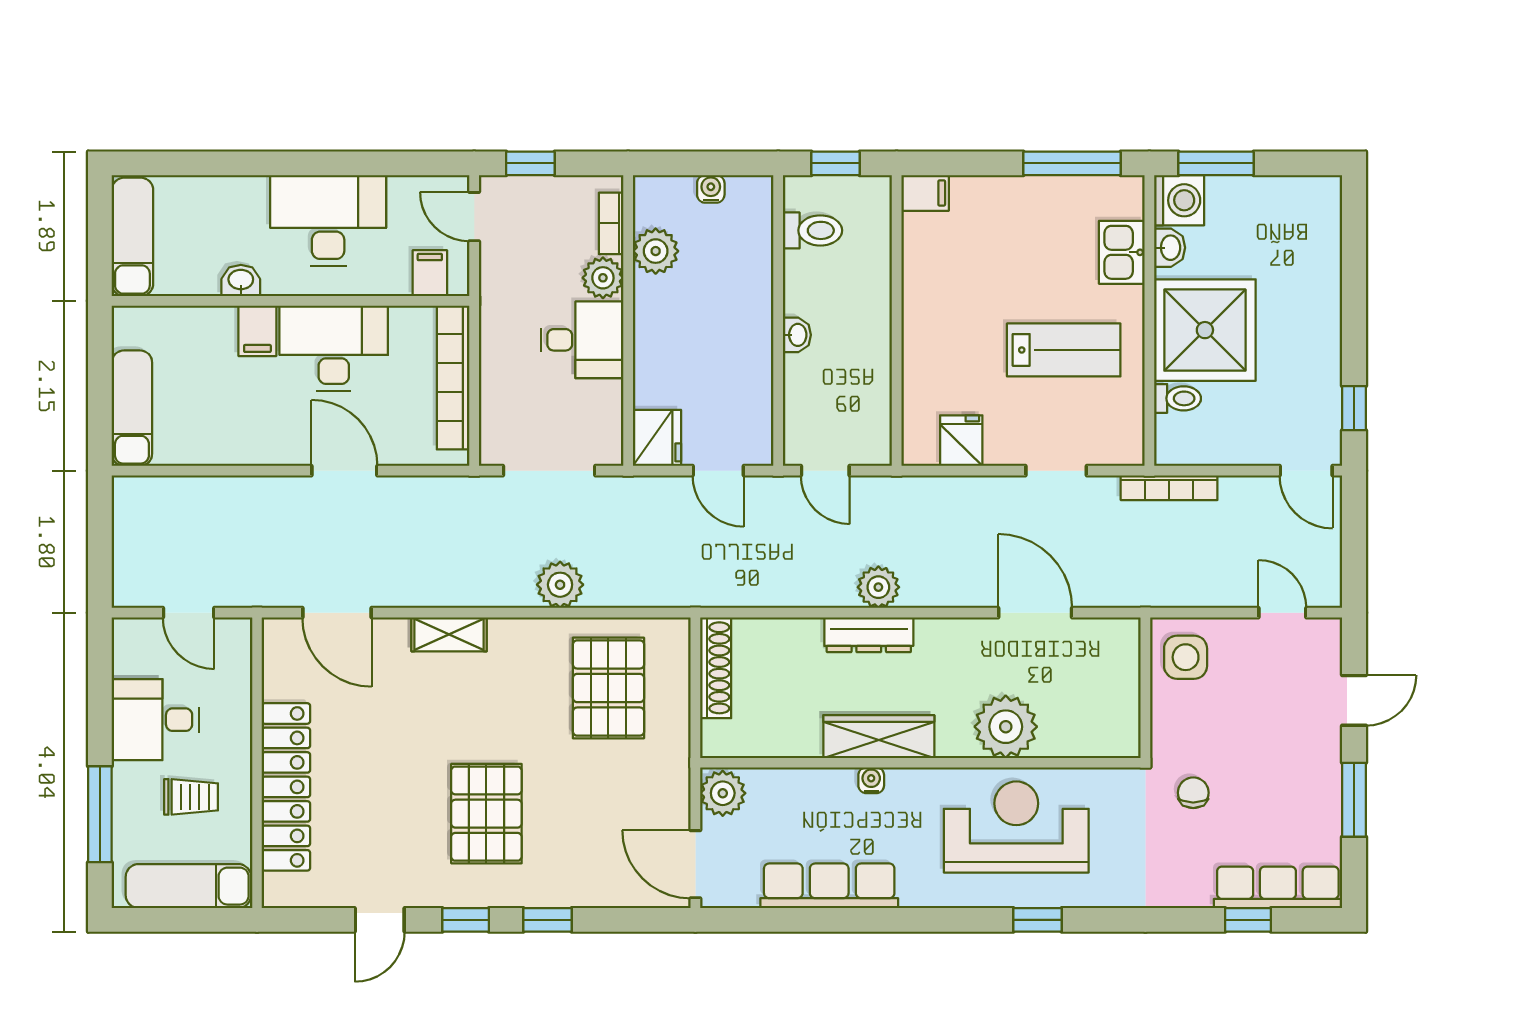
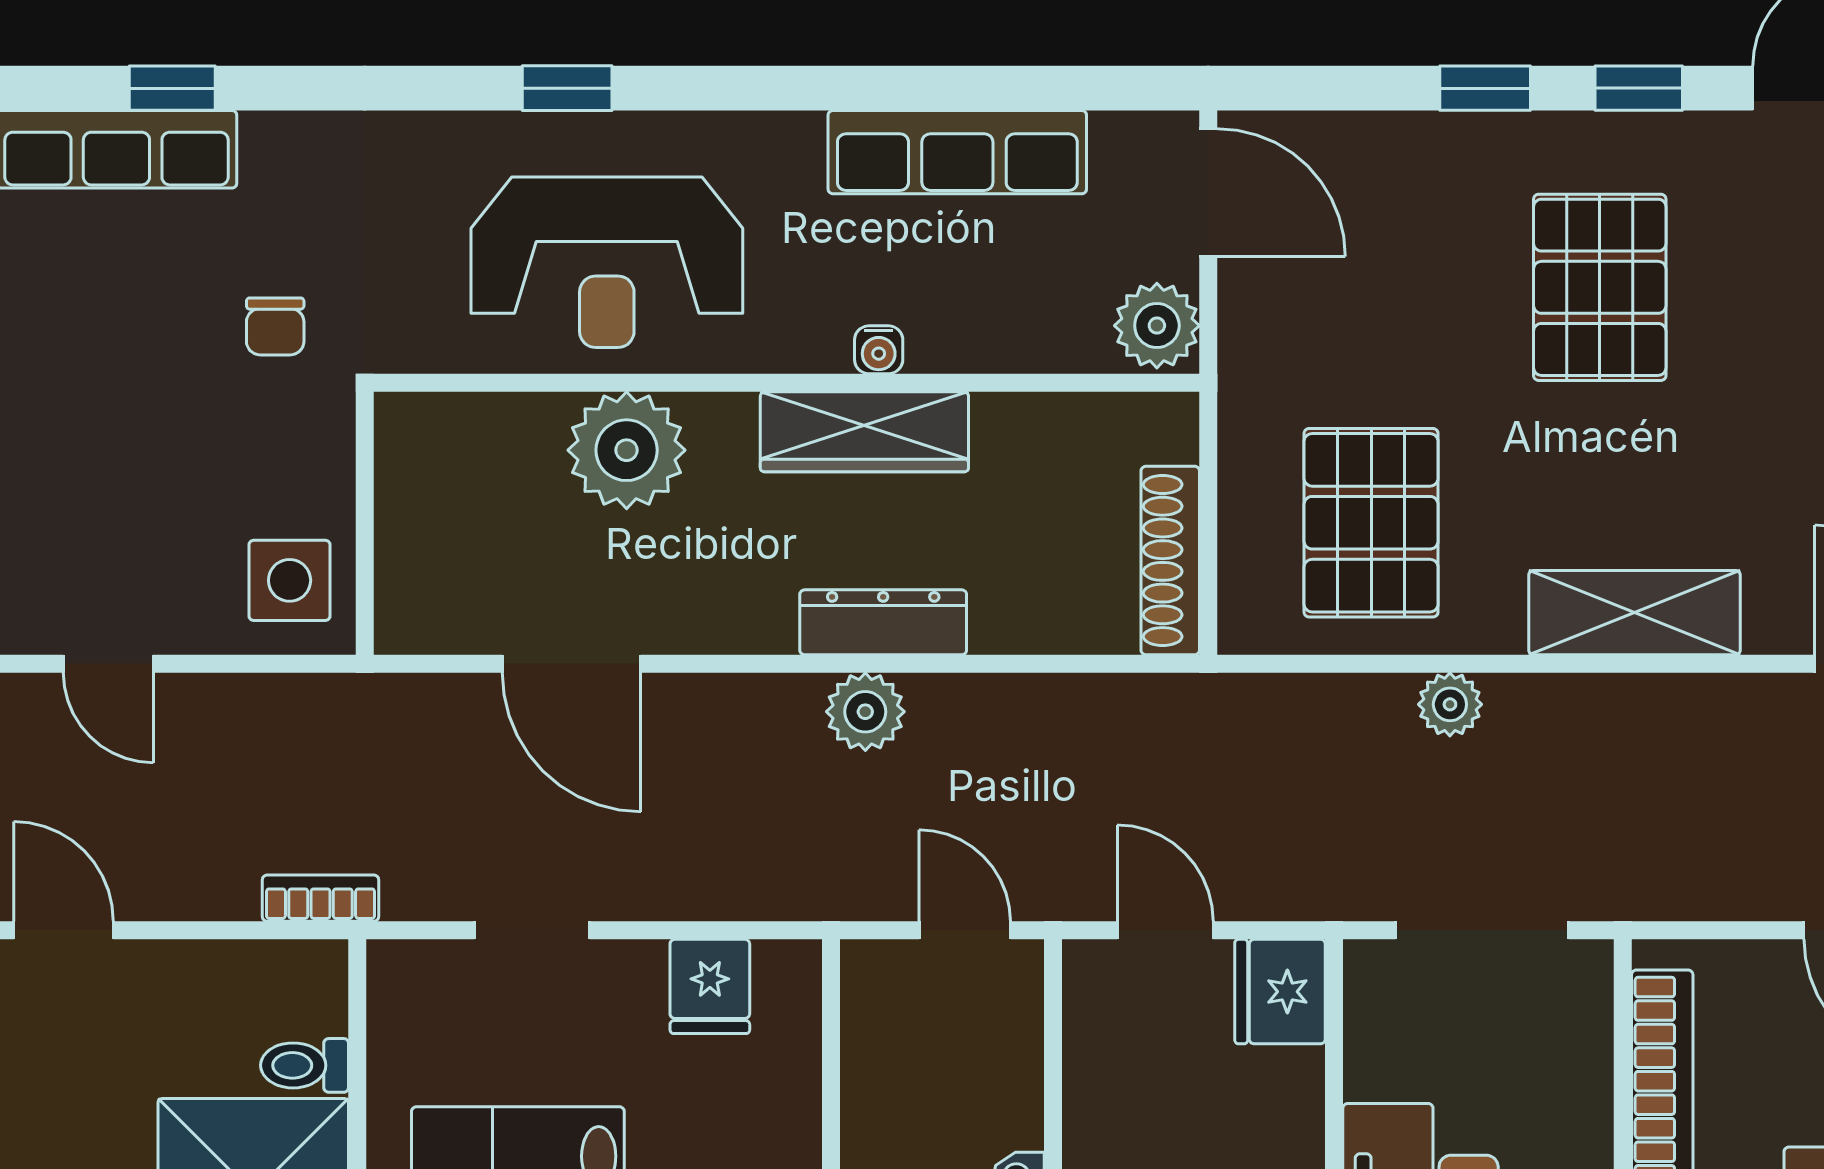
bookcase: (1169, 488) -> (321, 898), width x0.64
plant: (560, 585) -> (1450, 704), width x0.73, depth x0.73
shelving: (449, 634) -> (1635, 613), width x1.50, depth x1.33

